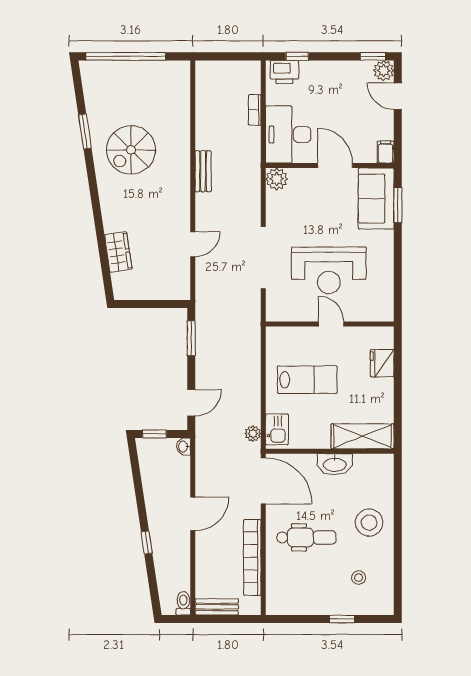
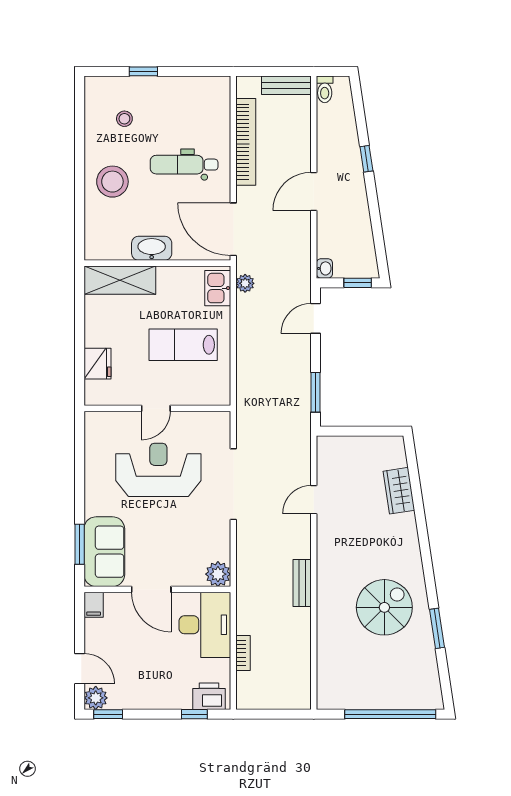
door: (331, 324) -> (156, 408), hinge flipped

